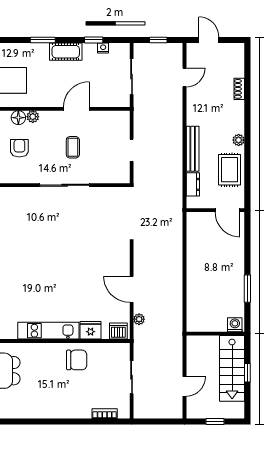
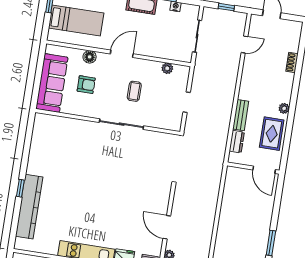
door: (76, 109) -> (122, 54), moved
plant: (33, 117) -> (167, 68), moved
armchair: (19, 148) -> (86, 85), turned 90
bench: (193, 149) -> (241, 115), width x0.73

